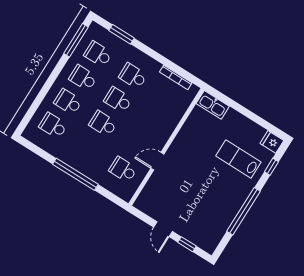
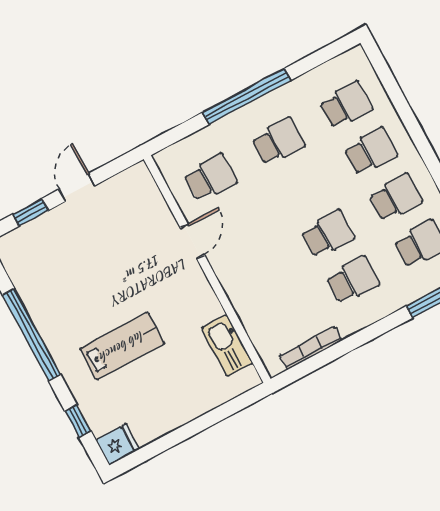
kitchen sink: (213, 105) -> (227, 345), moved, turned -90
school desk: (103, 124) -> (278, 141), moved
lab bench: (238, 159) -> (122, 346), moved
door: (163, 229) -> (77, 187), hinge flipped

